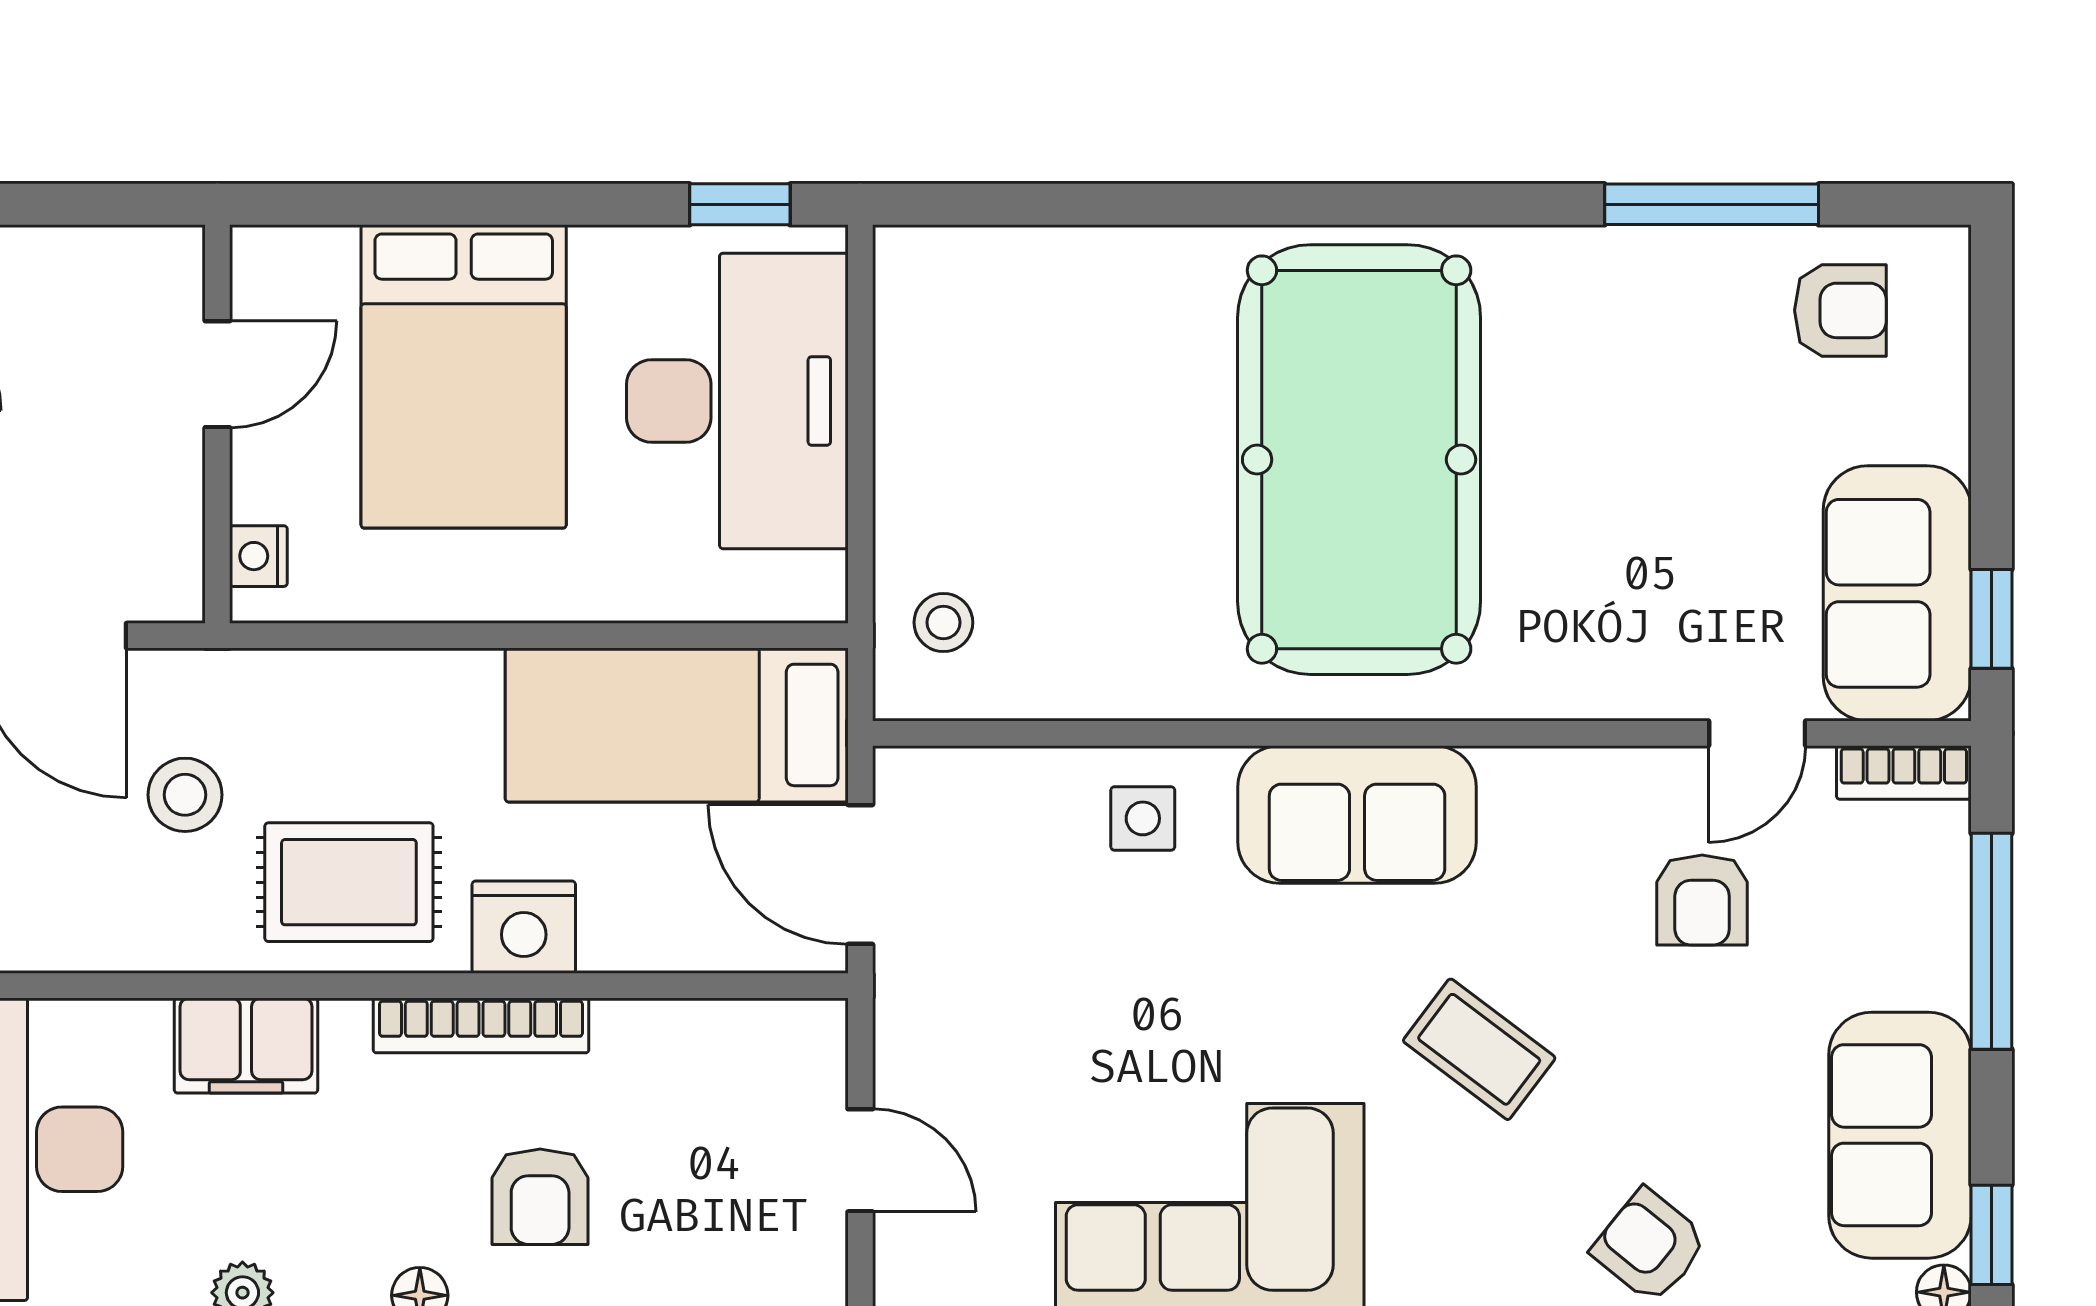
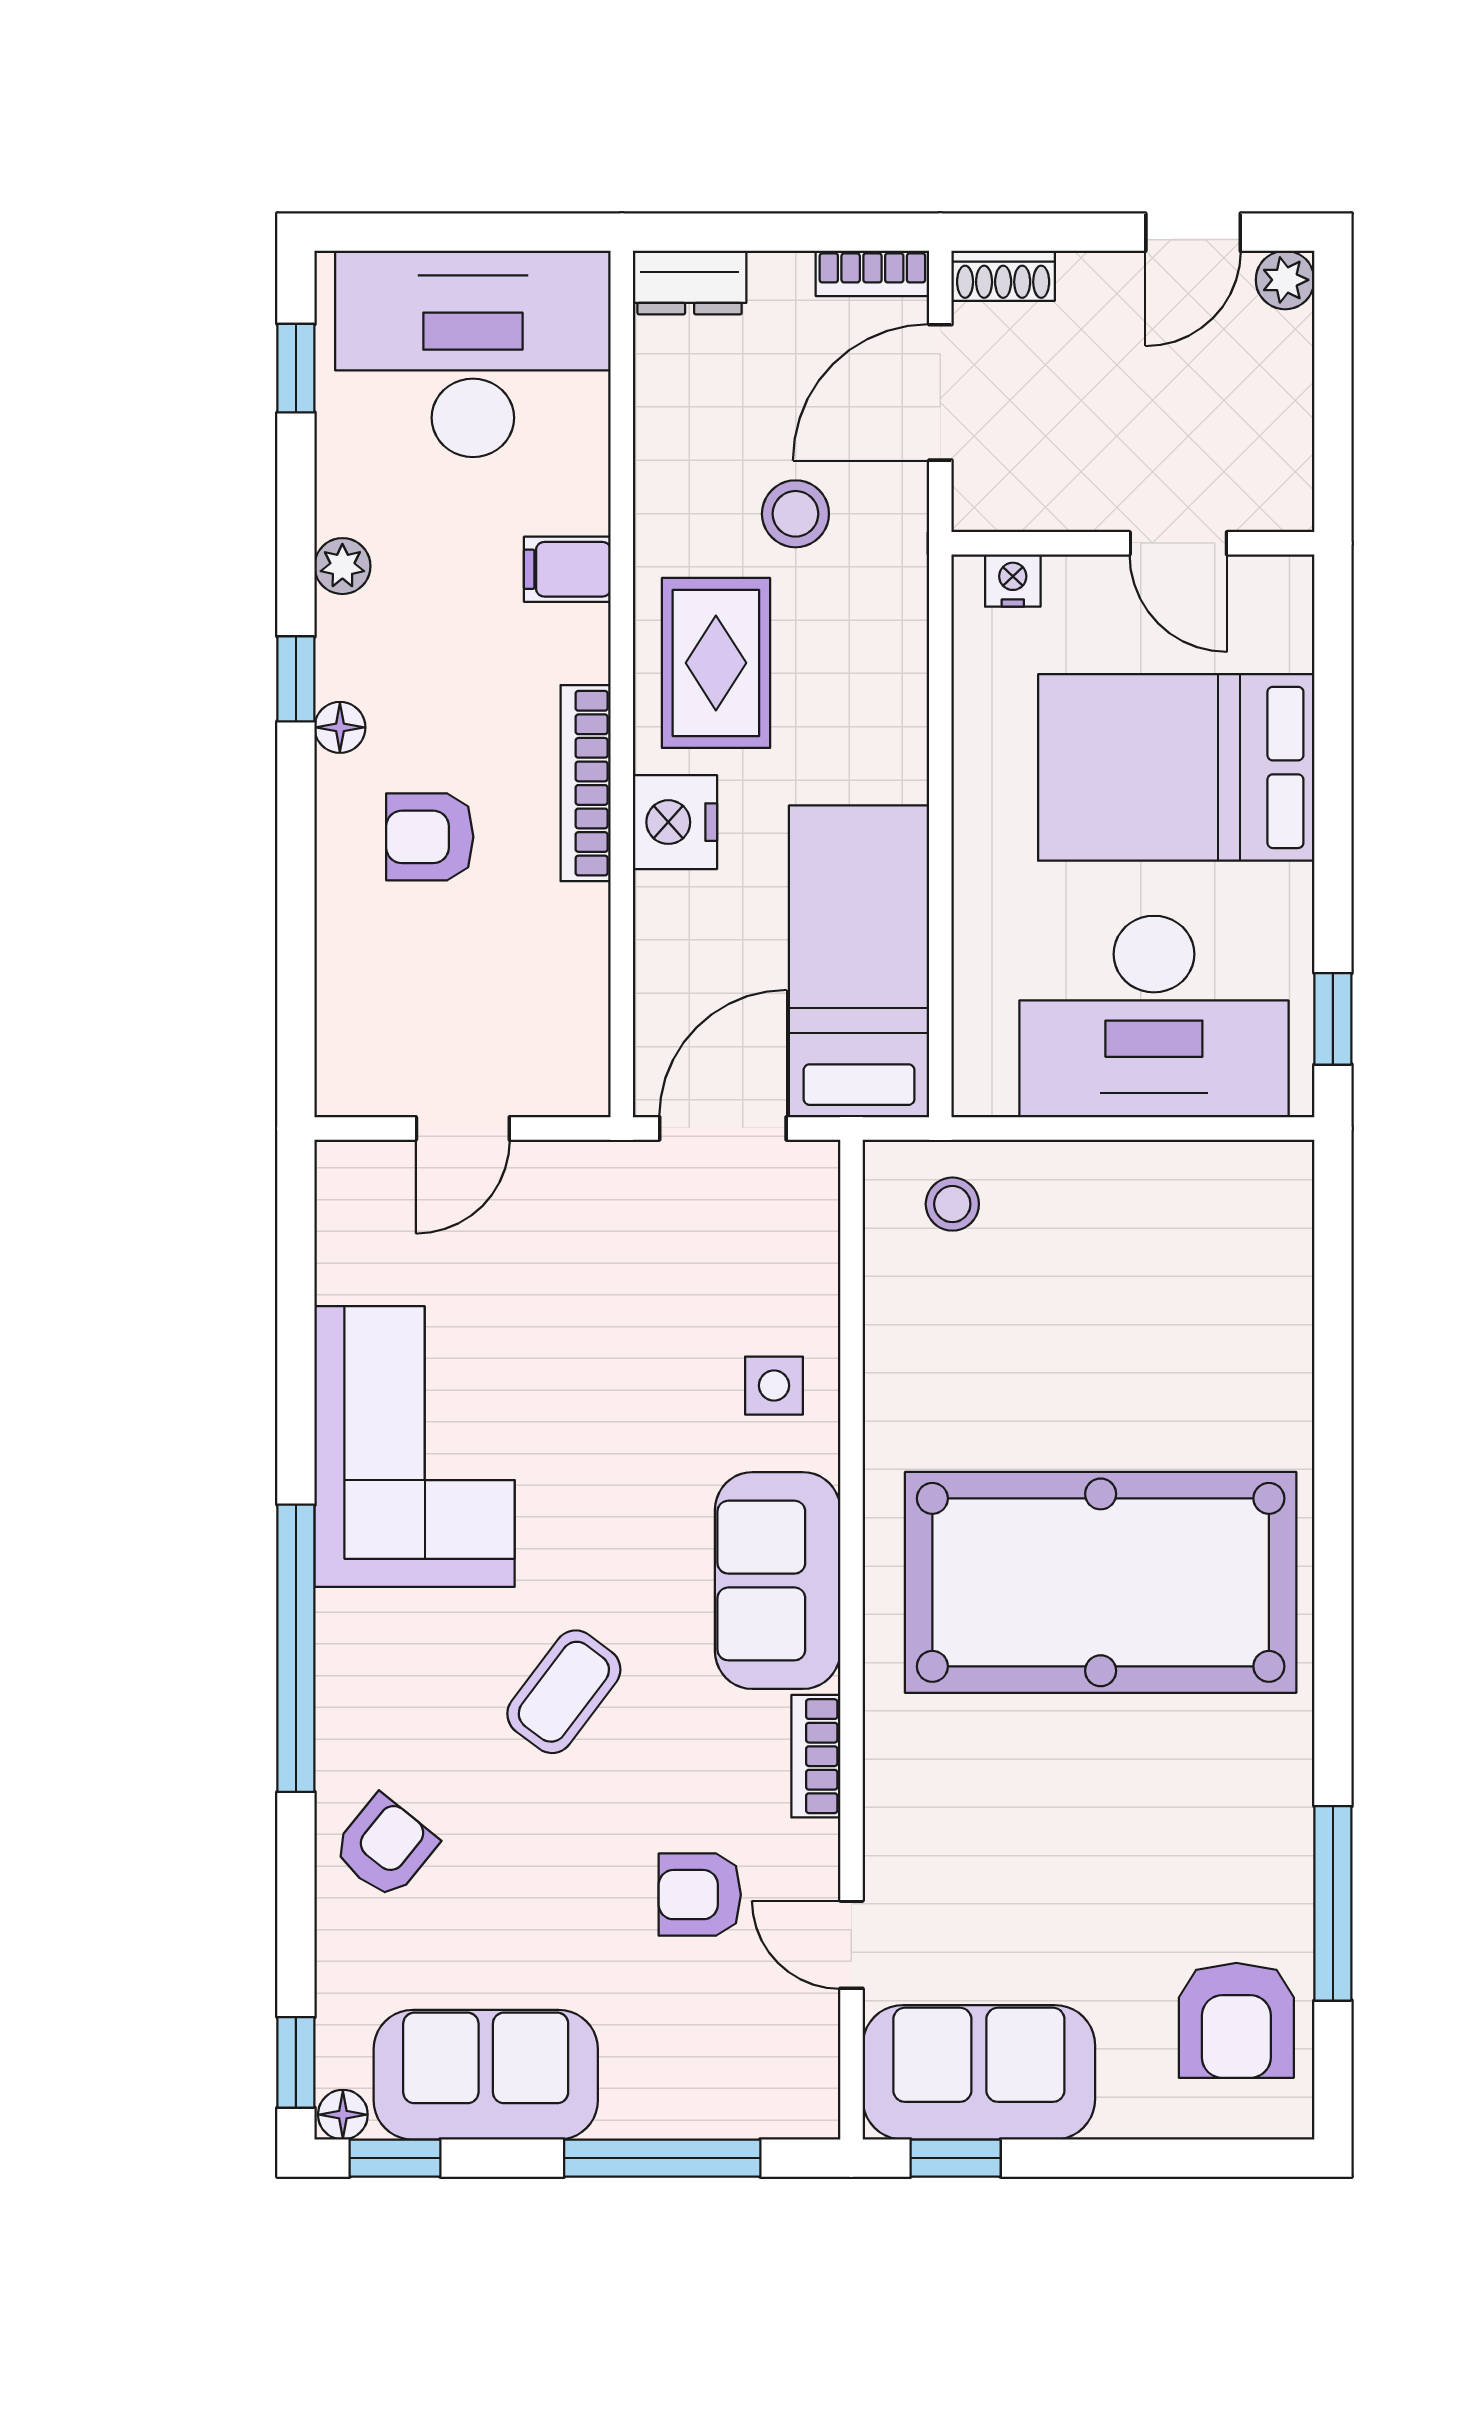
armchair: (1840, 310) -> (1236, 2020), width x1.38, depth x1.38
bookcase: (1904, 772) -> (816, 1756), moved
filing cabinet: (246, 1046) -> (567, 569), width x0.50

